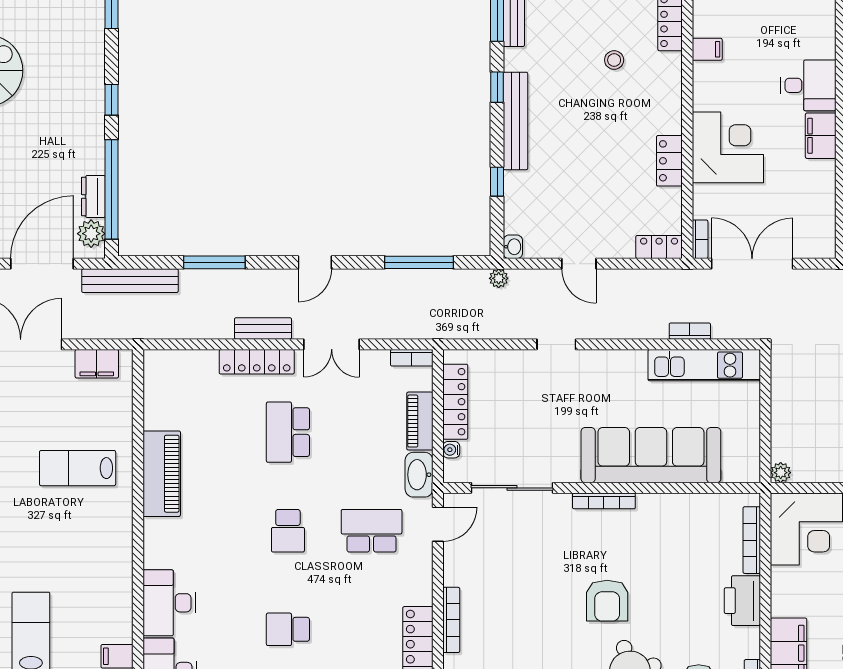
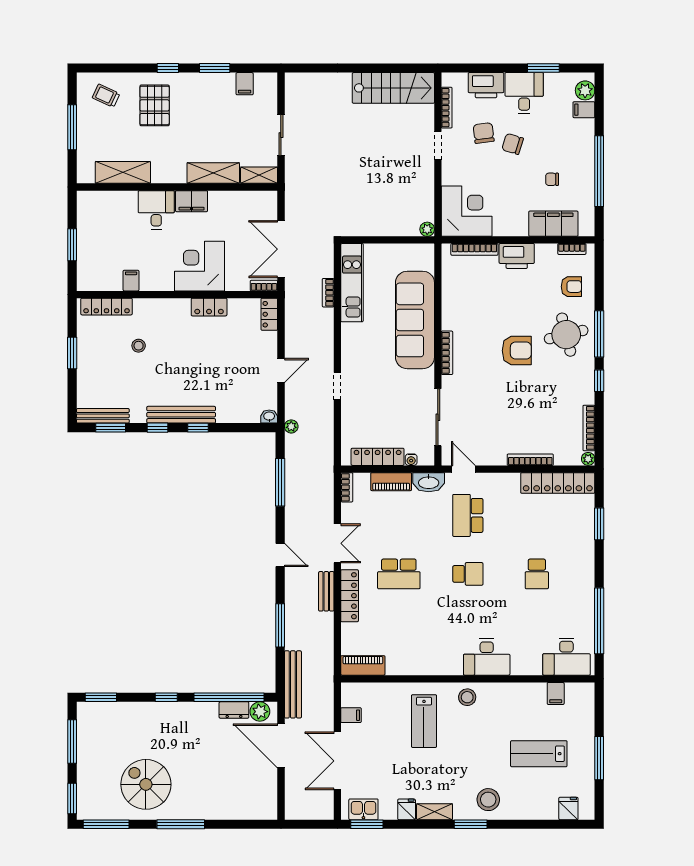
window: (497, 182) -> (198, 428), moved
filing cabinet: (97, 364) -> (351, 715), width x0.50
piano: (162, 474) -> (363, 665), moved, width x0.73, depth x0.75
stool: (112, 530) -> (467, 697), added
desk: (169, 603) -> (487, 657), moved

